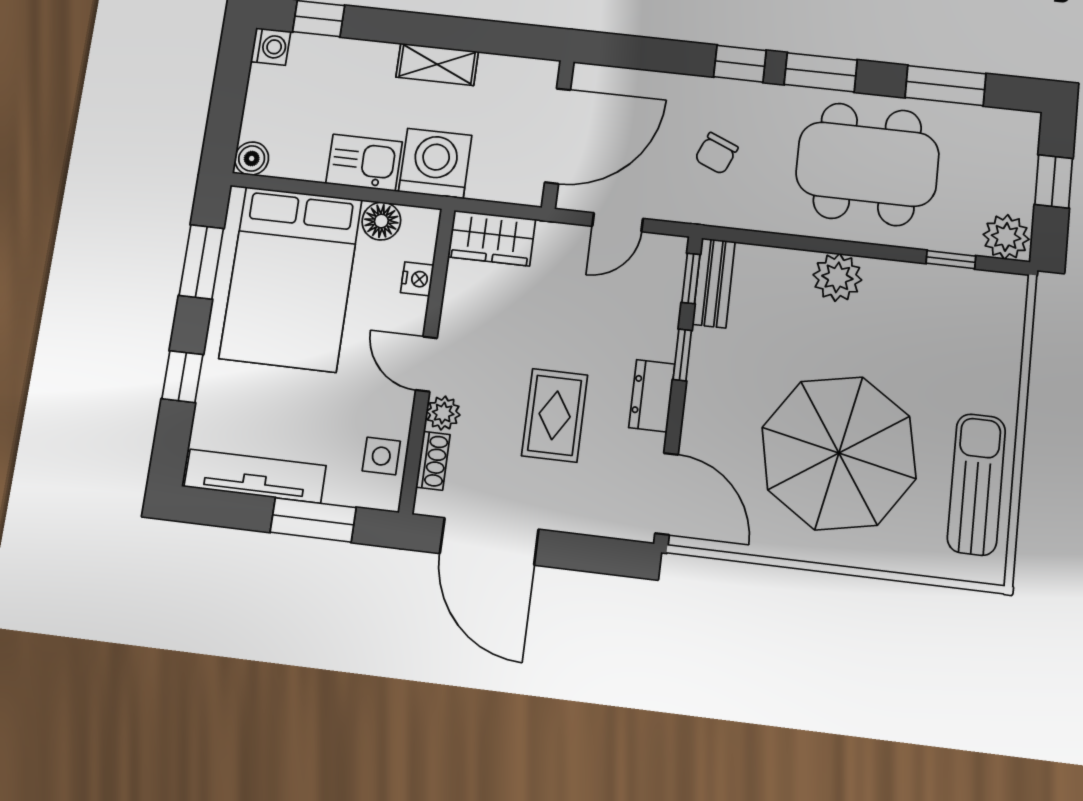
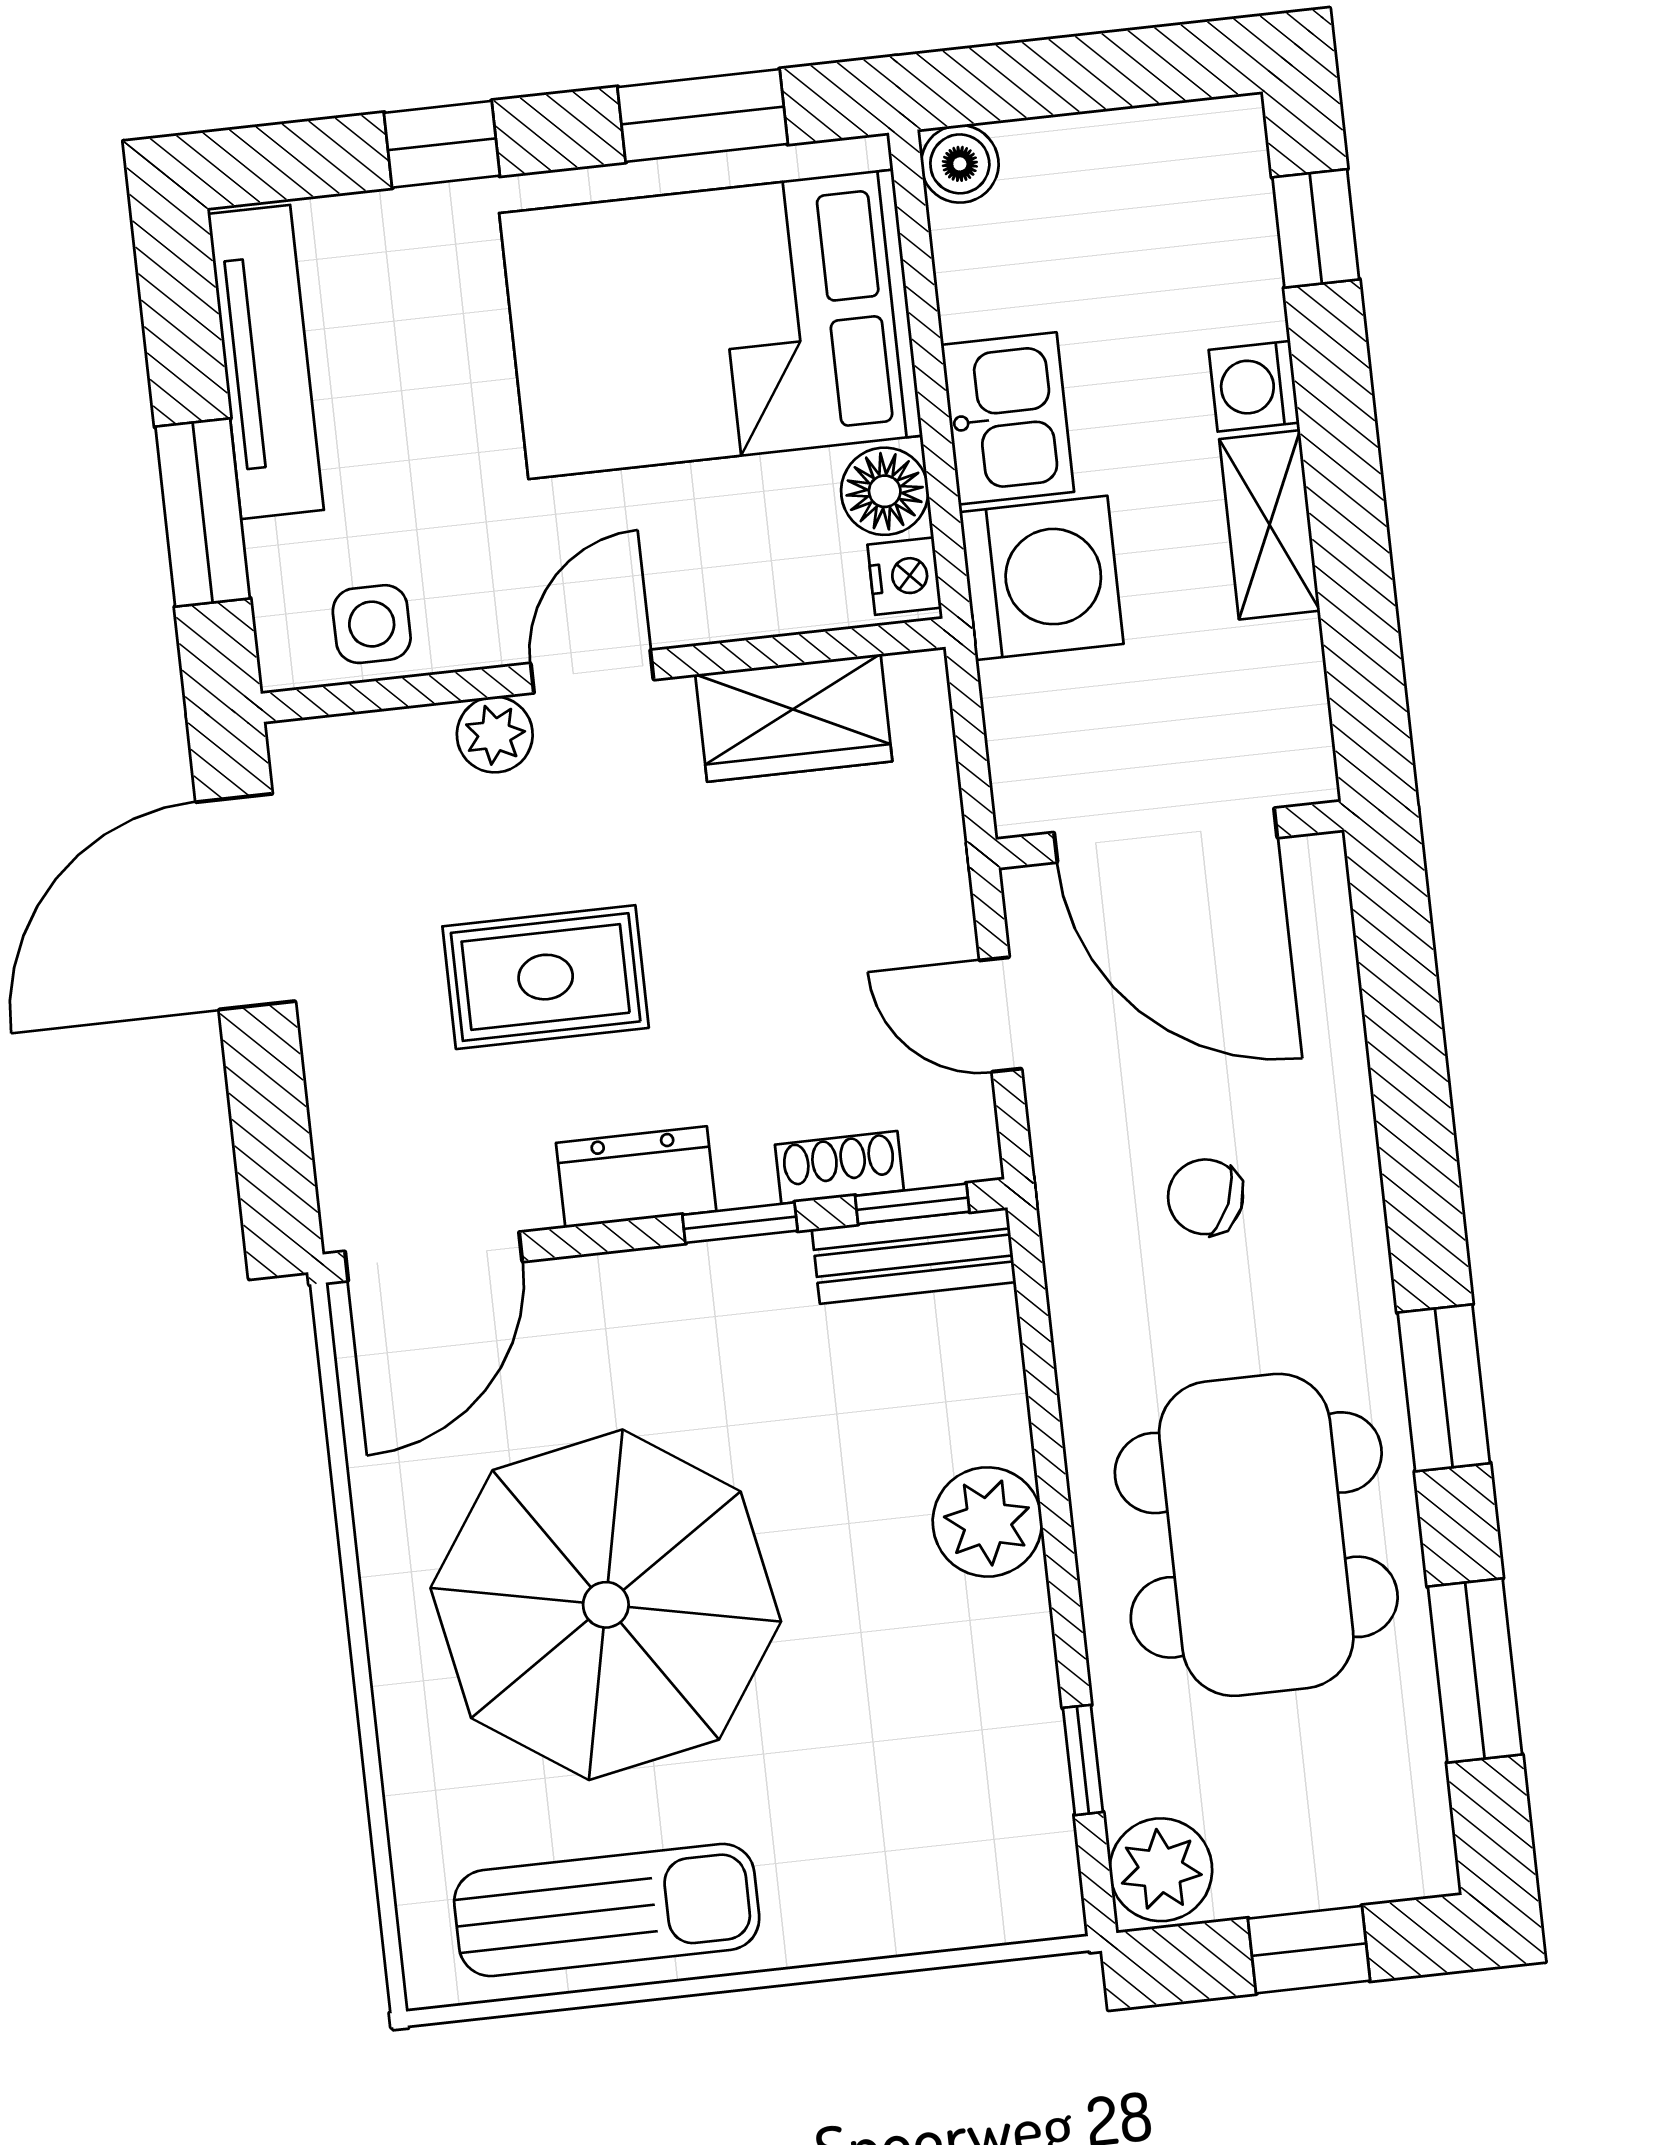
washing machine: (271, 47) -> (1254, 386), moved, turned 90
window: (740, 64) -> (1423, 1204), removed
wardrobe: (492, 238) -> (794, 718), moved, turned -90
nightstand: (417, 279) -> (904, 576), moved, turned -90
shoe rack: (433, 461) -> (839, 1167), moved, turned 180

